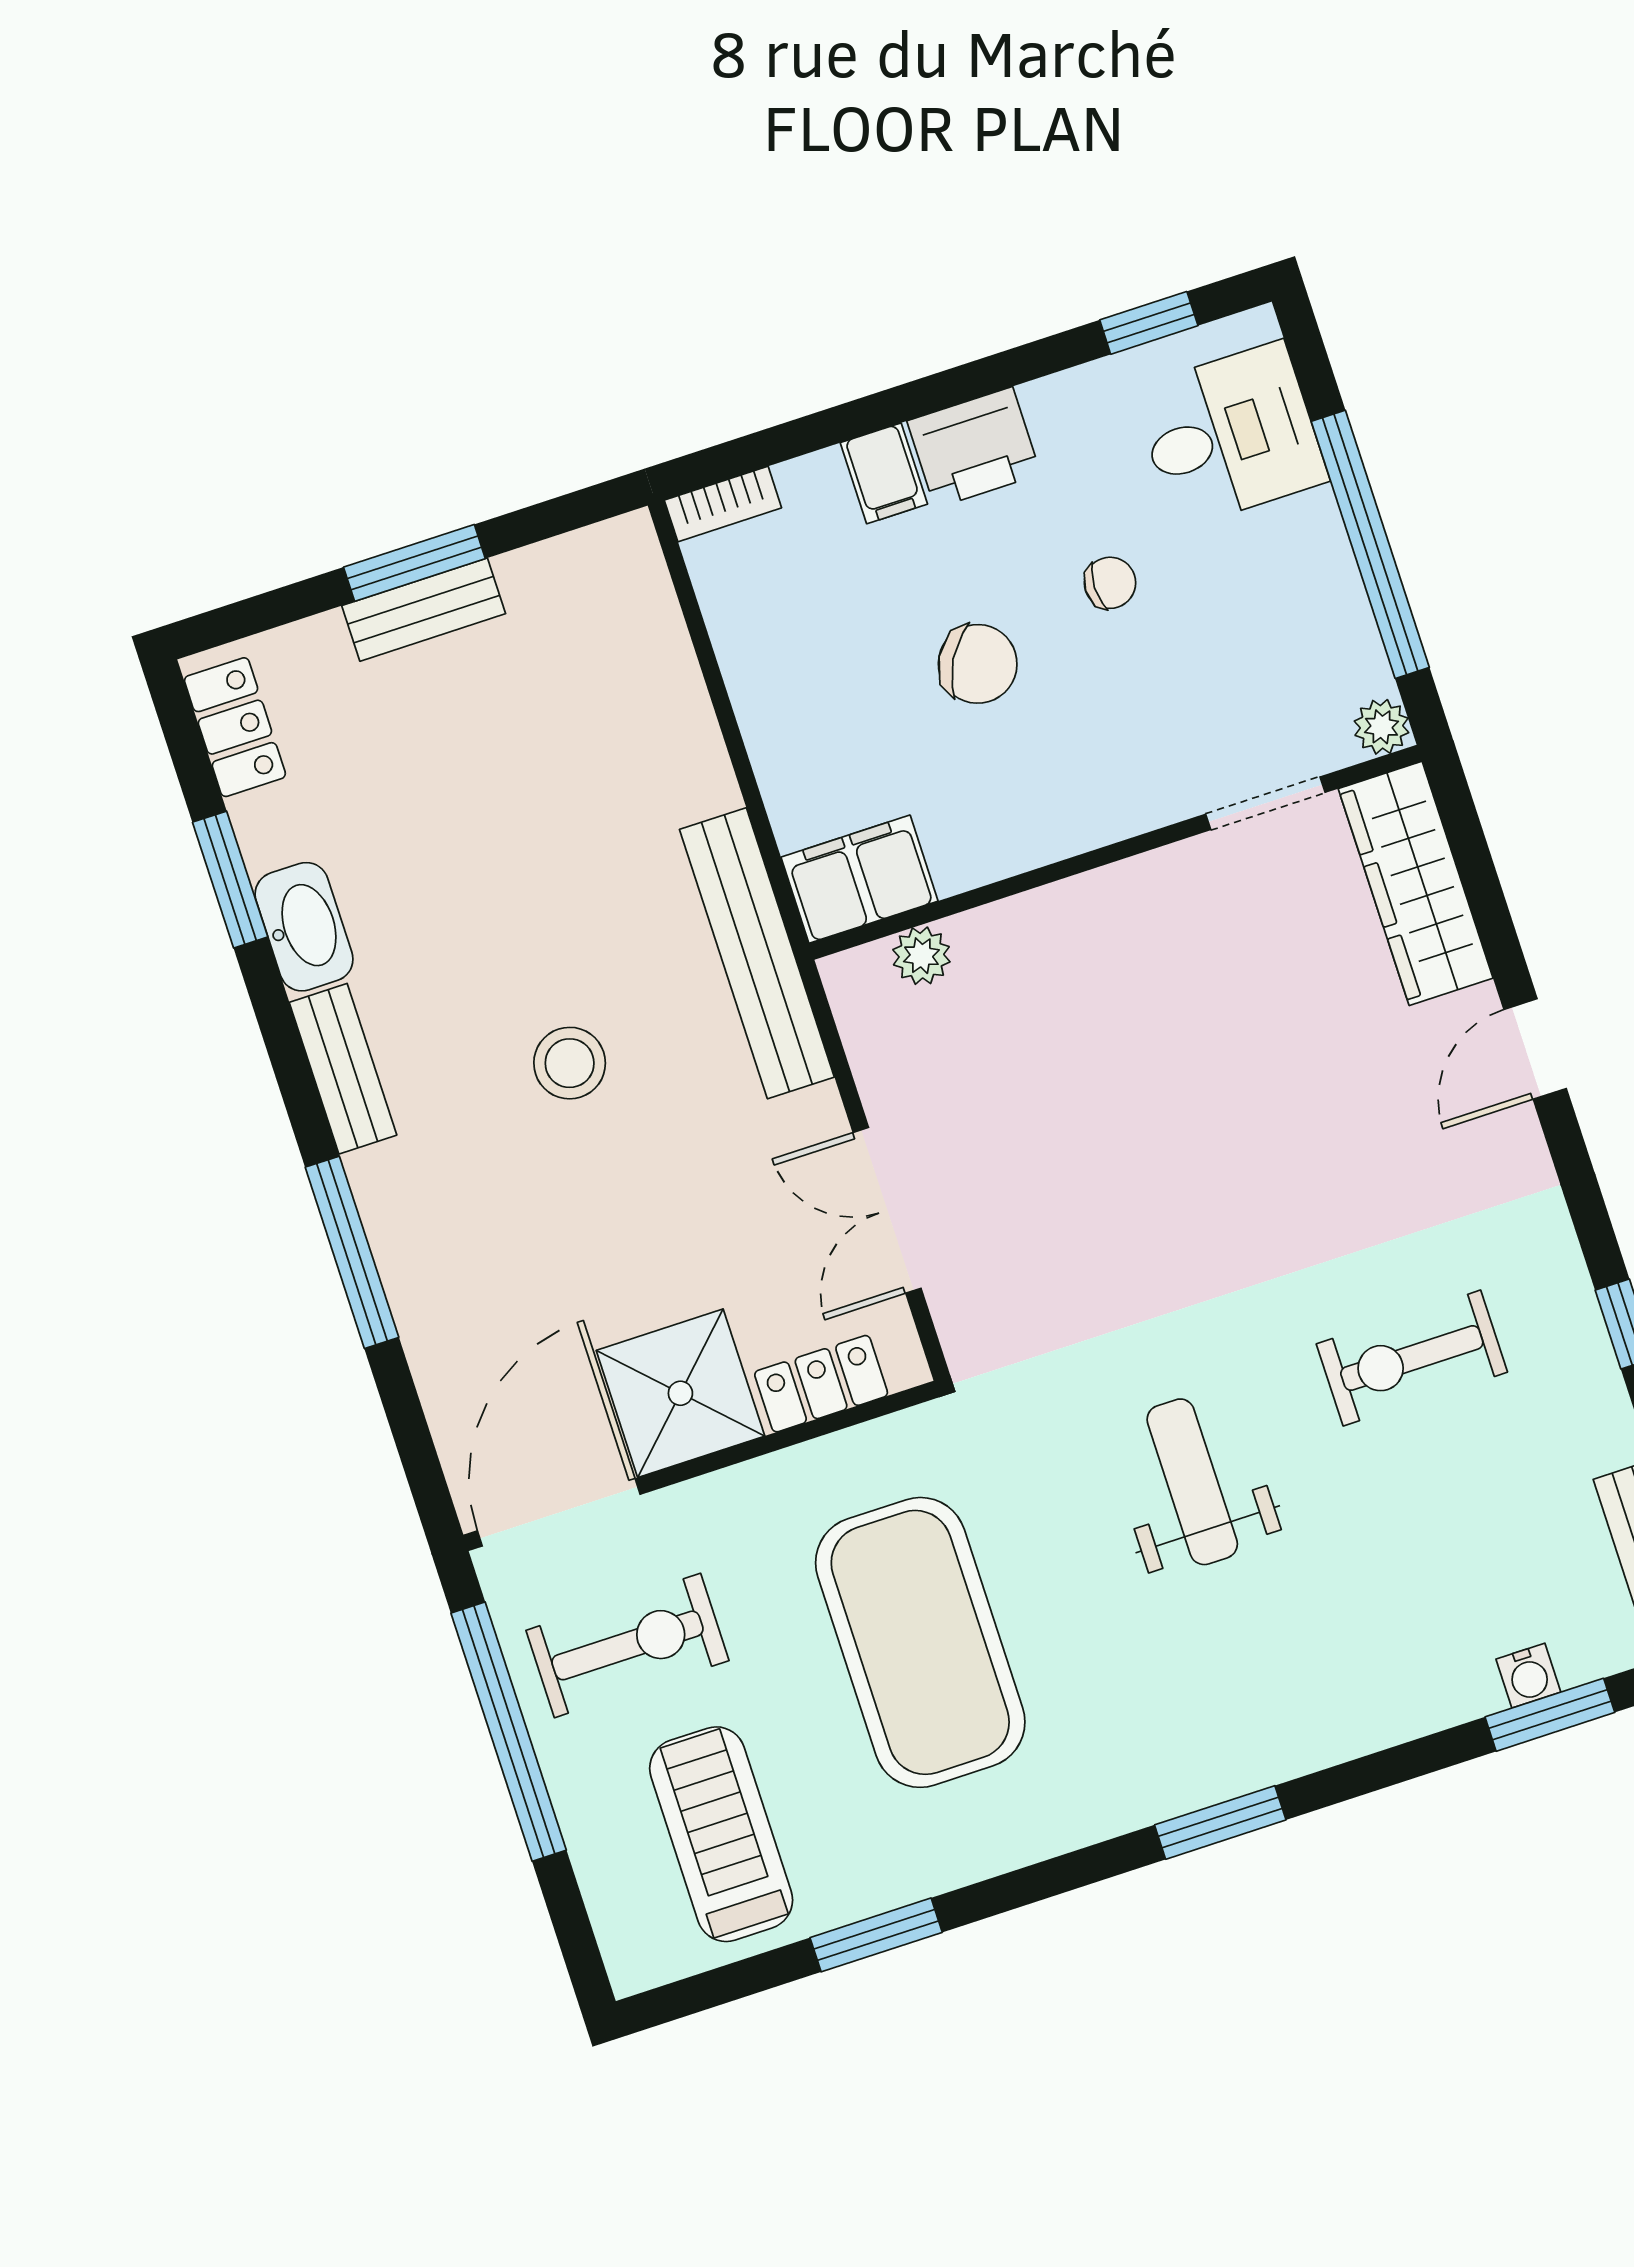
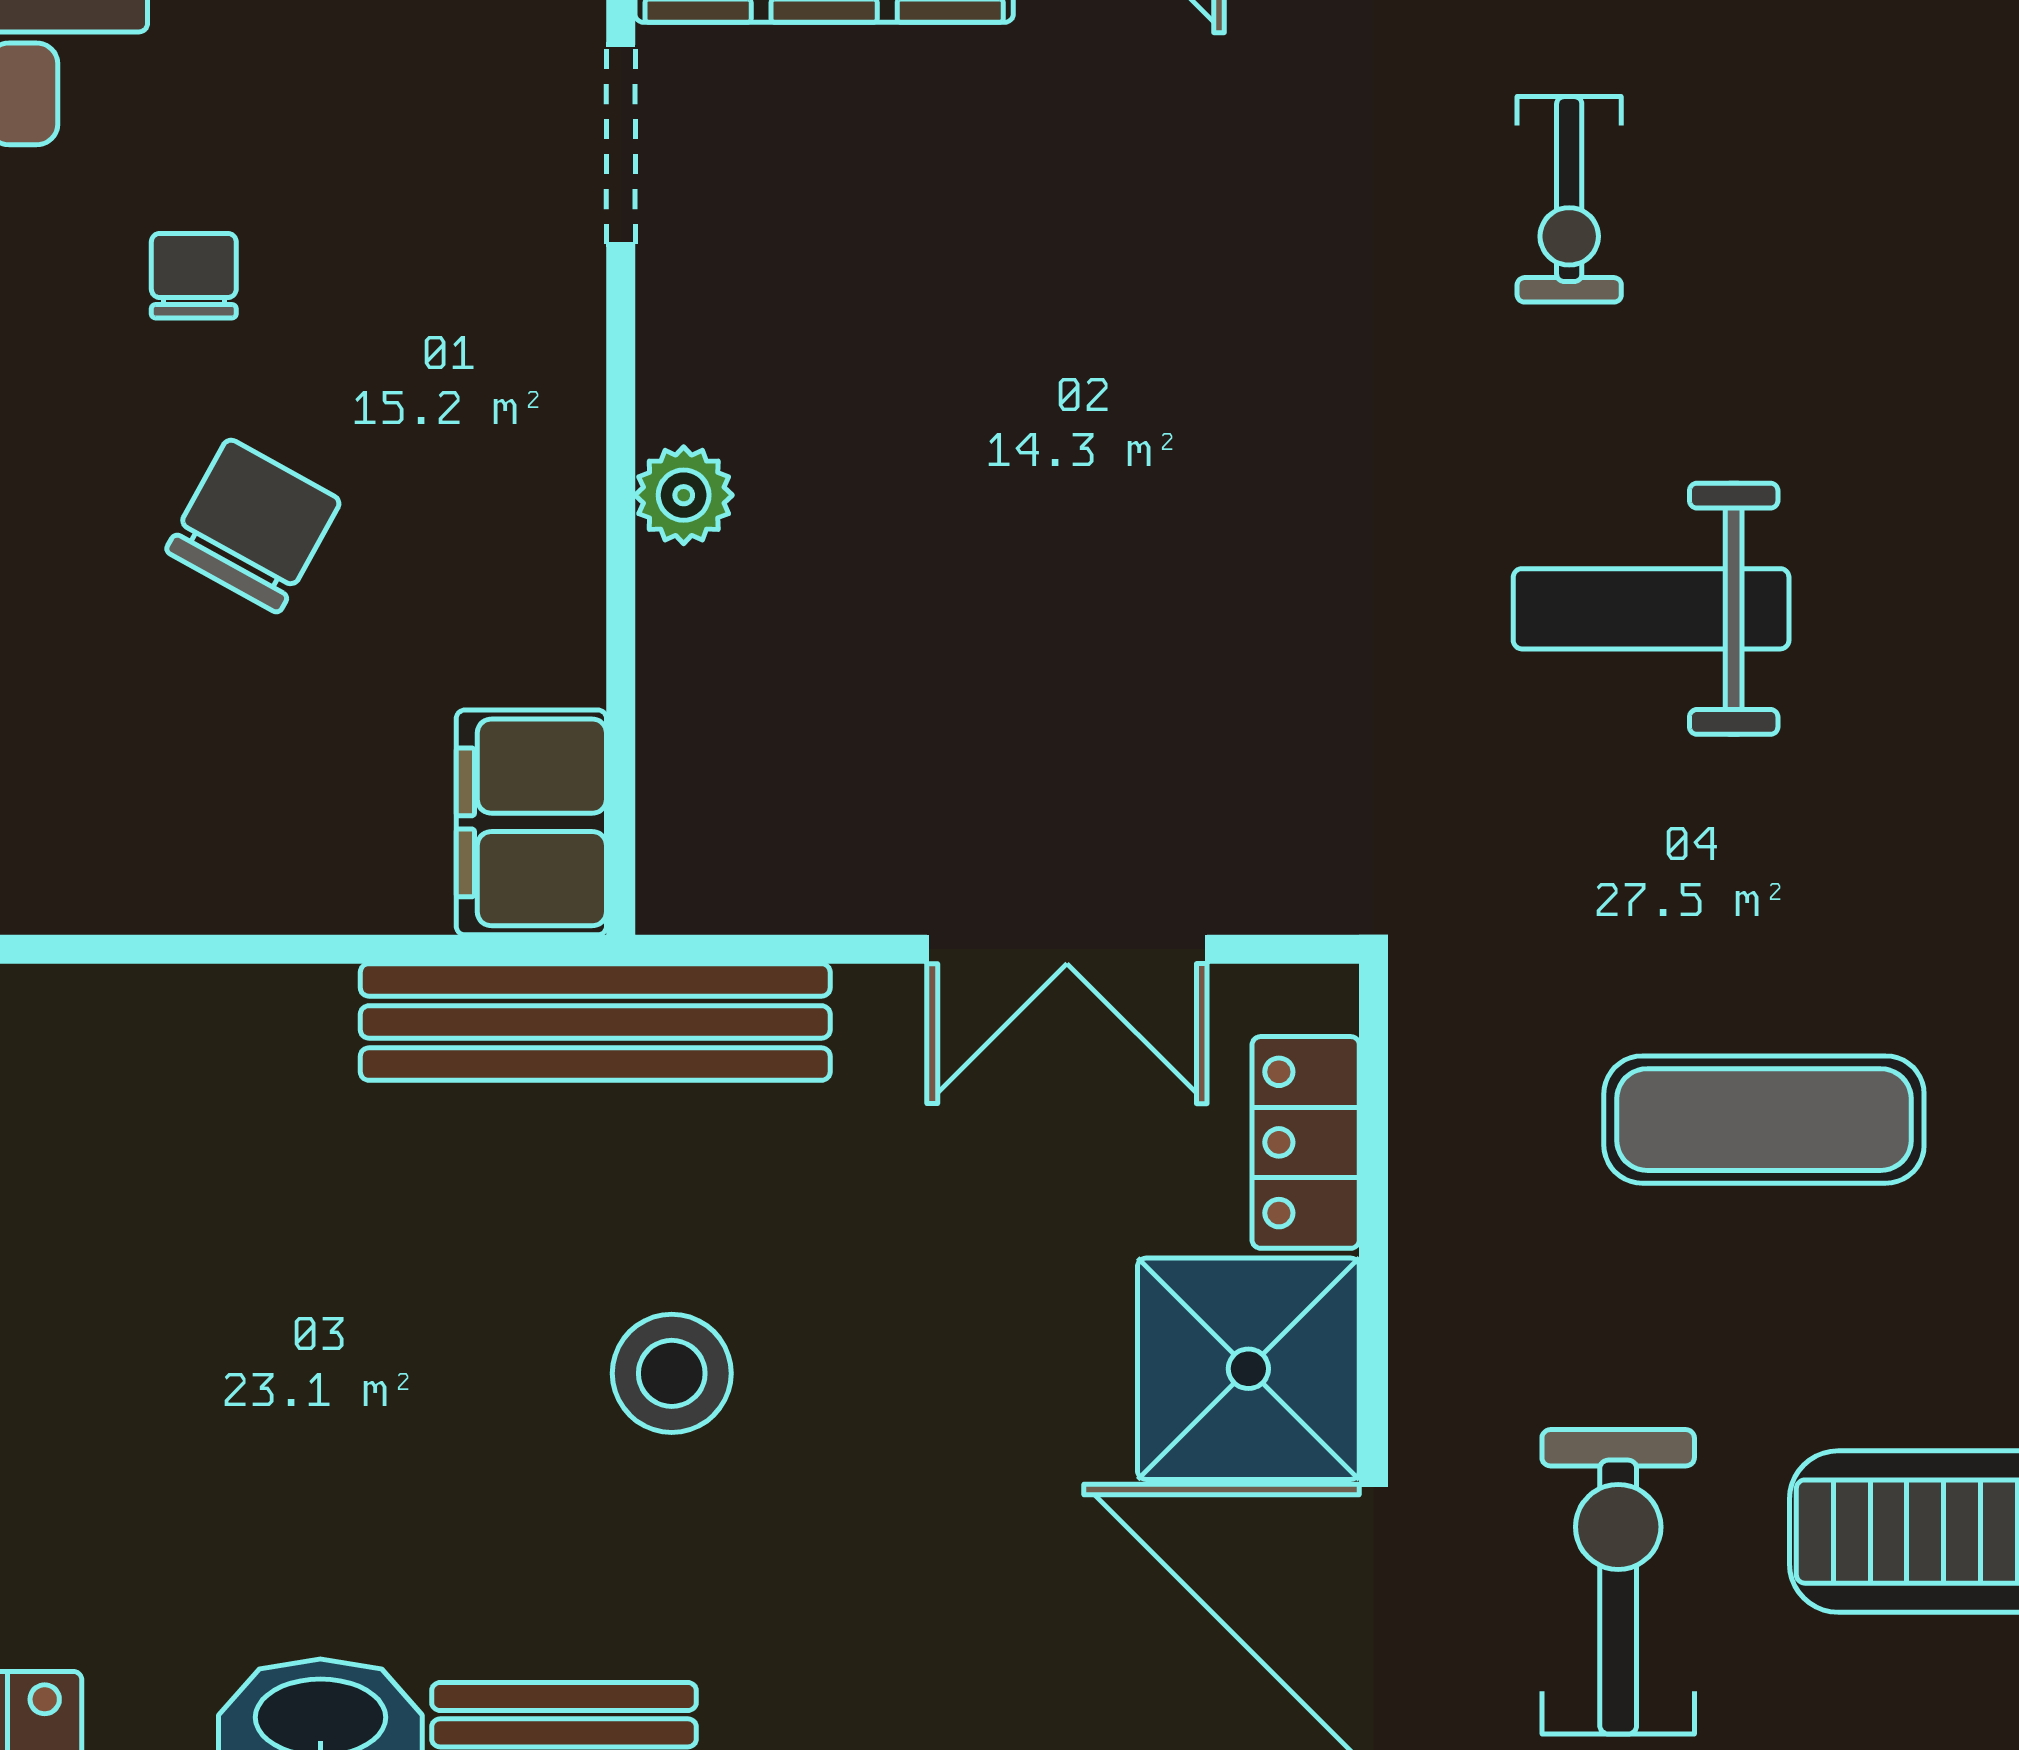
plant: (921, 956) -> (684, 495), moved
exercise bike: (1412, 1358) -> (1569, 199), width x0.73, depth x0.72
exercise mat: (920, 1642) -> (1764, 1120), width x0.50, depth x0.69

